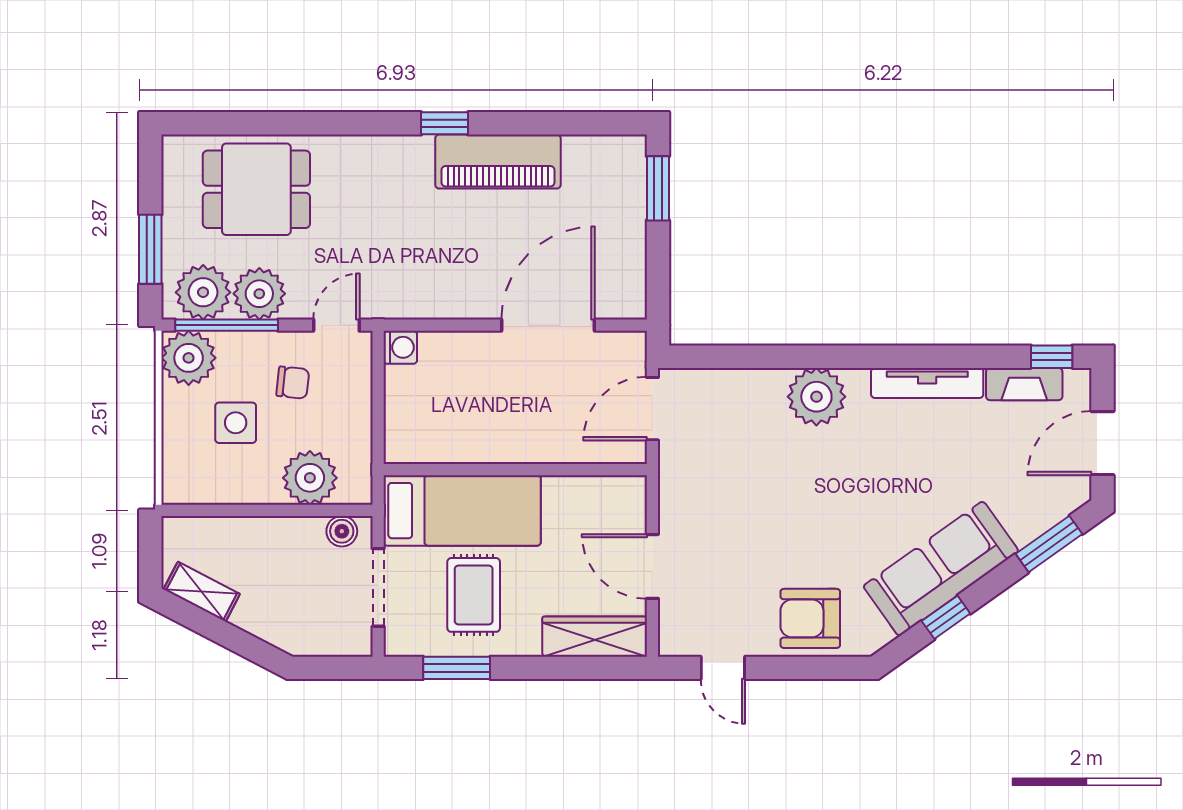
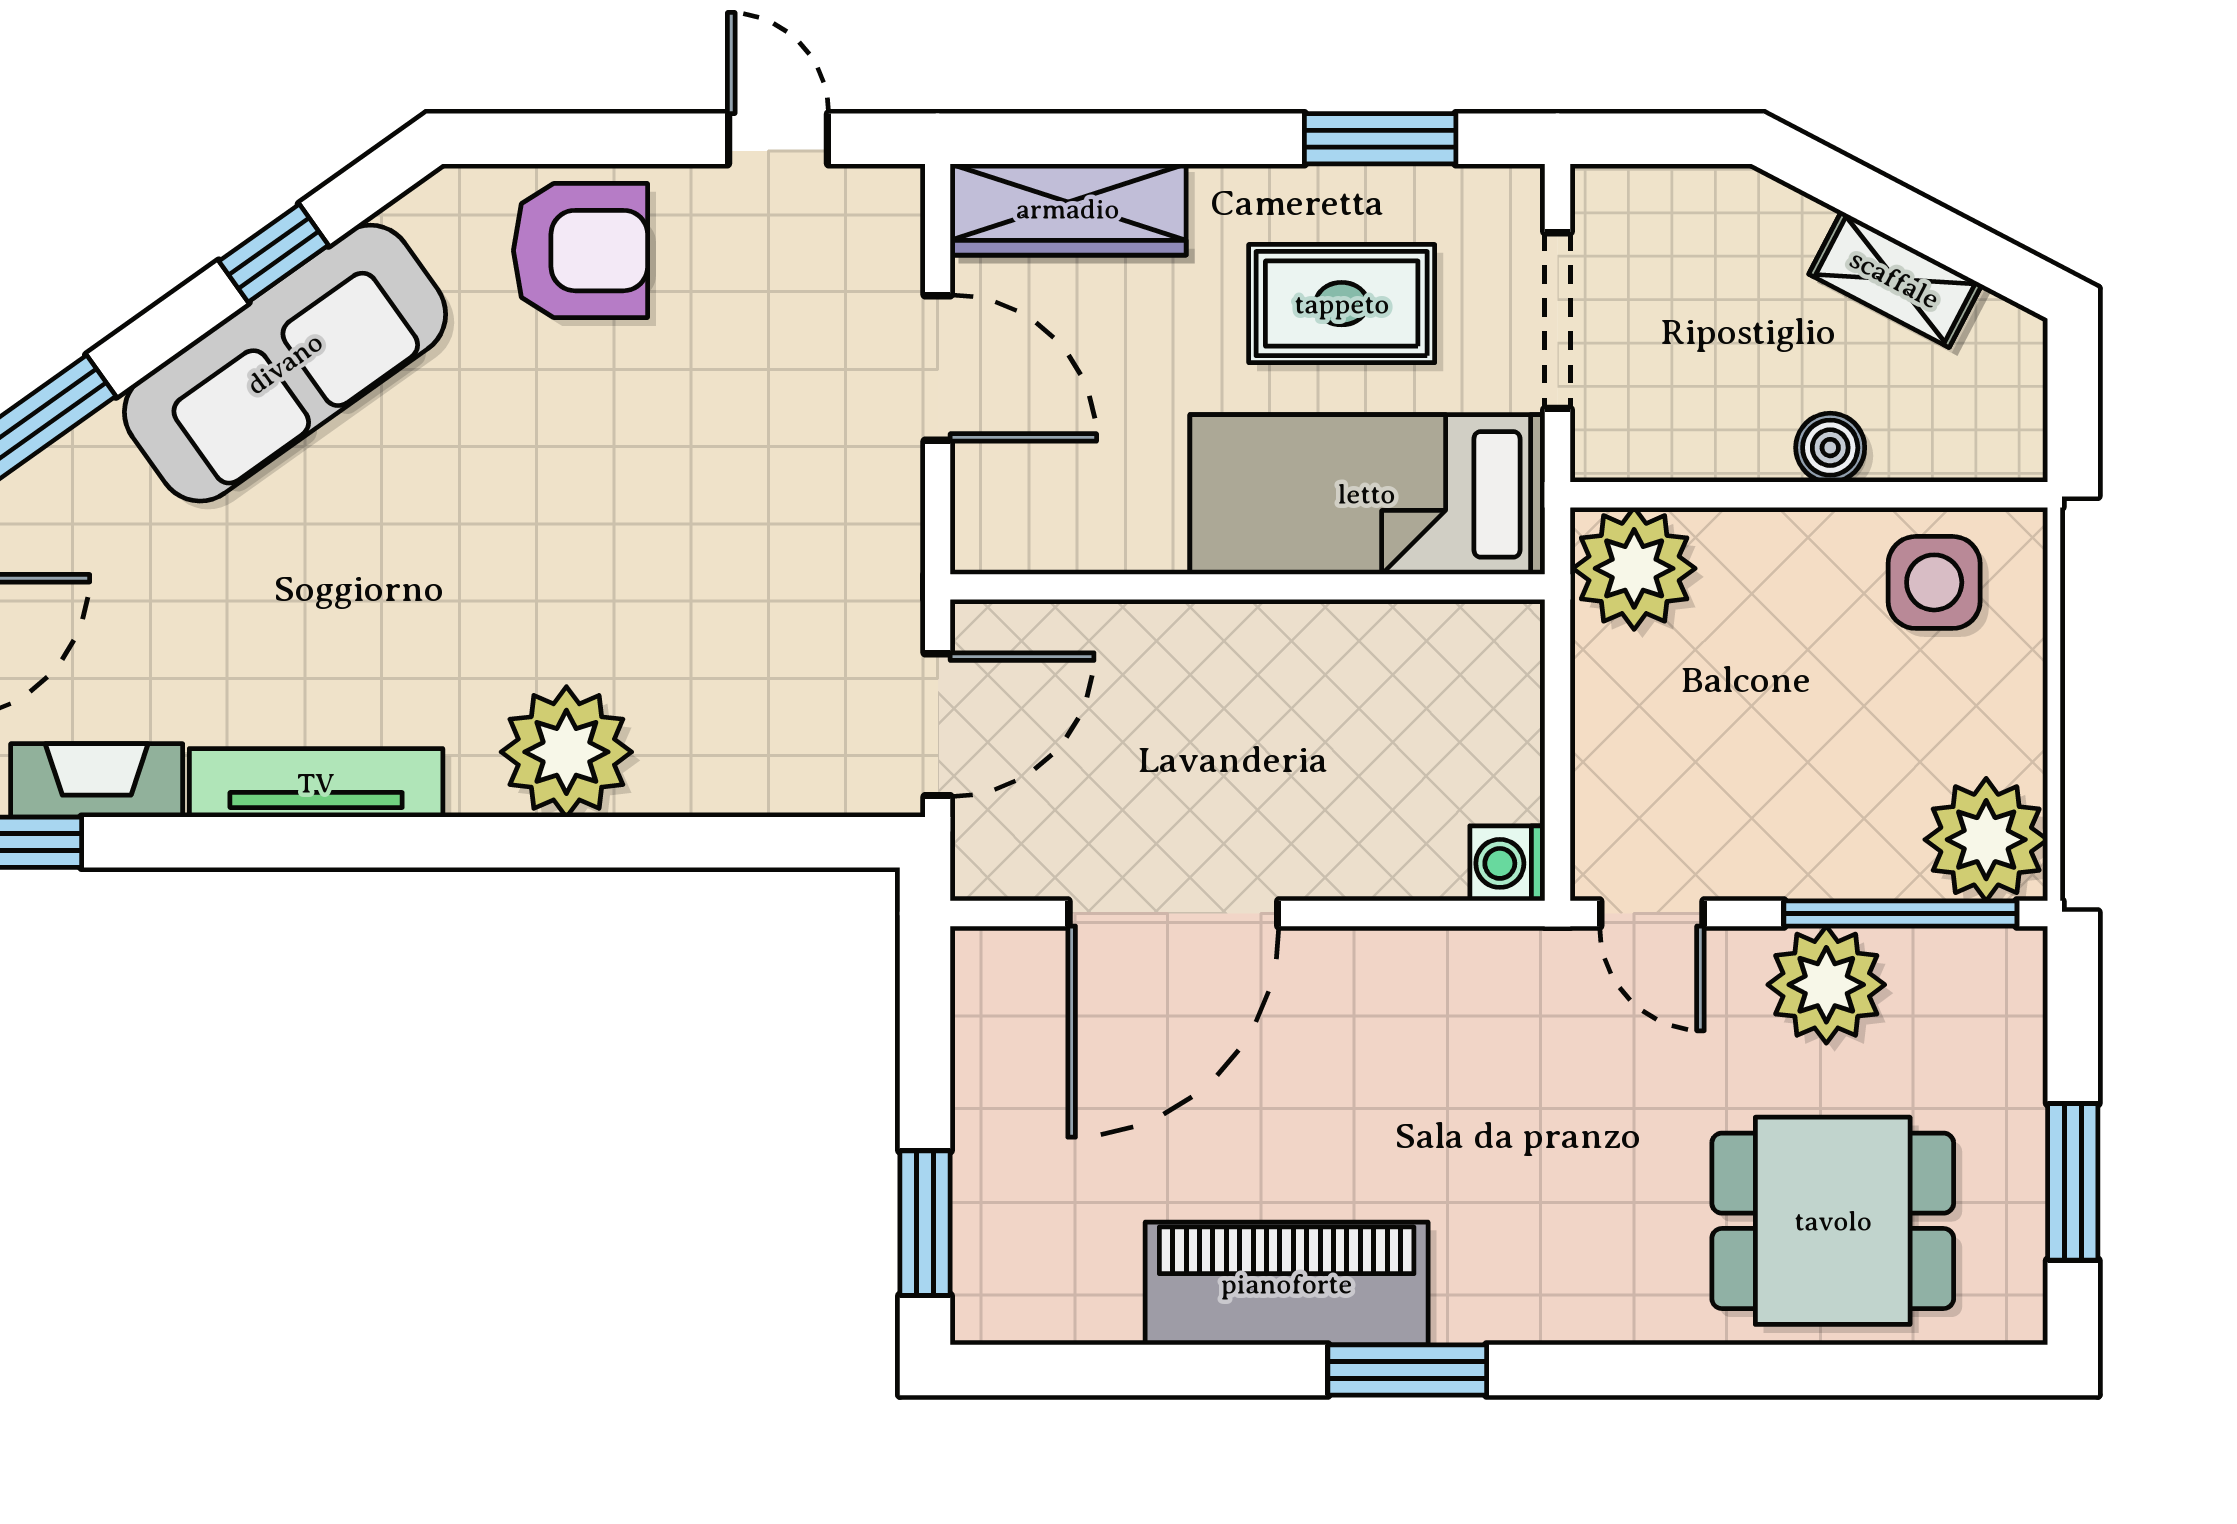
window: (445, 123) -> (1407, 1370), width x1.50
window: (150, 249) -> (2073, 1182), moved
plant: (203, 292) -> (1953, 988), removed
door: (336, 325) -> (1652, 914), hinge flipped
chair: (293, 383) -> (1750, 784), removed
side table: (236, 423) -> (1934, 582), moved
plant: (310, 478) -> (1634, 568), moved
boiler: (342, 531) -> (1830, 448), moved
shelving: (202, 592) -> (1895, 279), moved
rug: (474, 595) -> (1342, 304), turned 90

